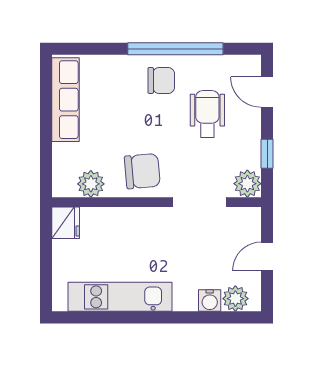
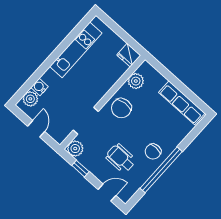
wheelchair: (207, 114) -> (121, 158), turned 180

